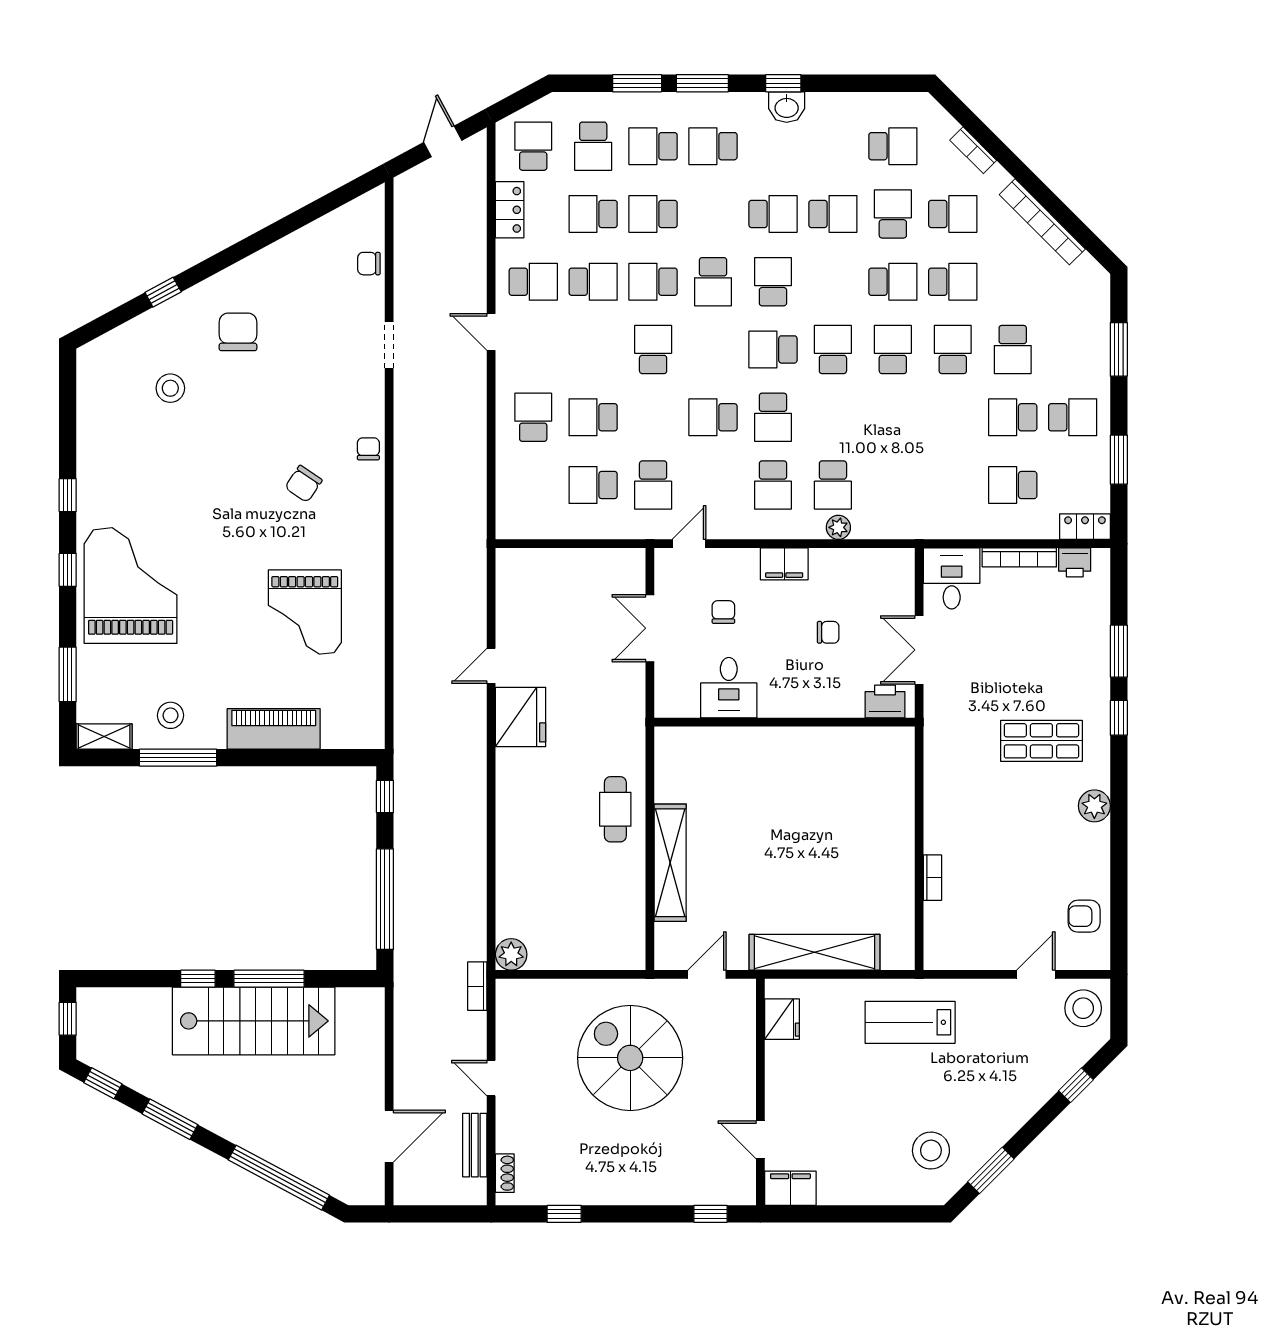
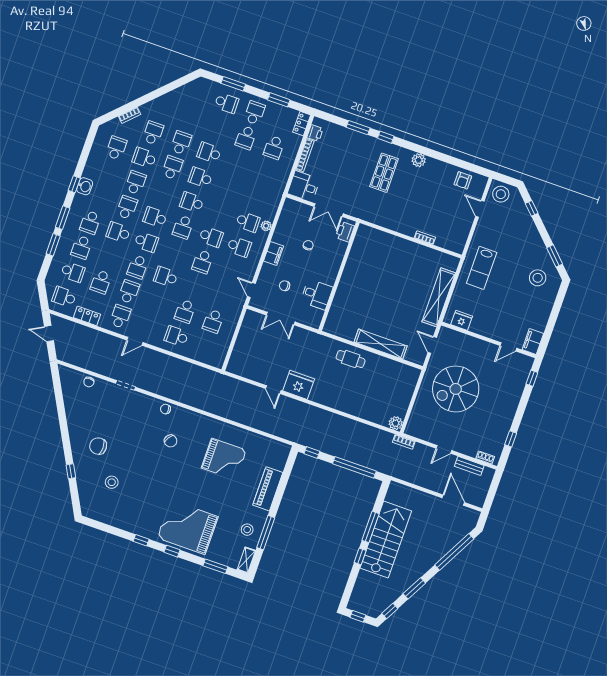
school desk: (653, 214) -> (118, 232), moved, turned 90
bookcase: (1042, 222) -> (169, 97), removed
school desk: (1013, 349) -> (226, 103), moved
school desk: (653, 485) -> (222, 296), removed

